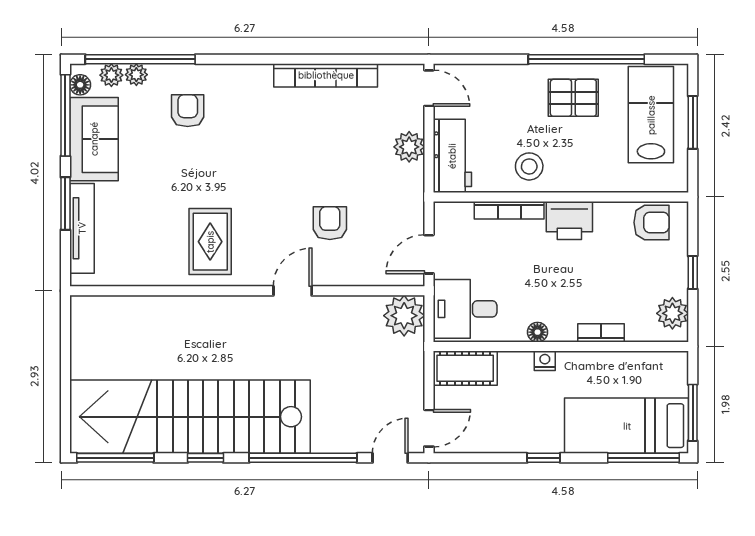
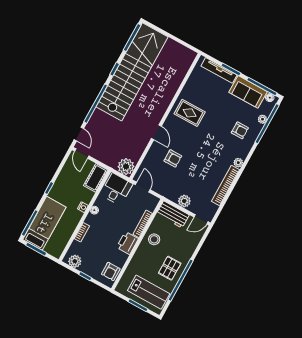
plant: (111, 75) -> (238, 163), moved

